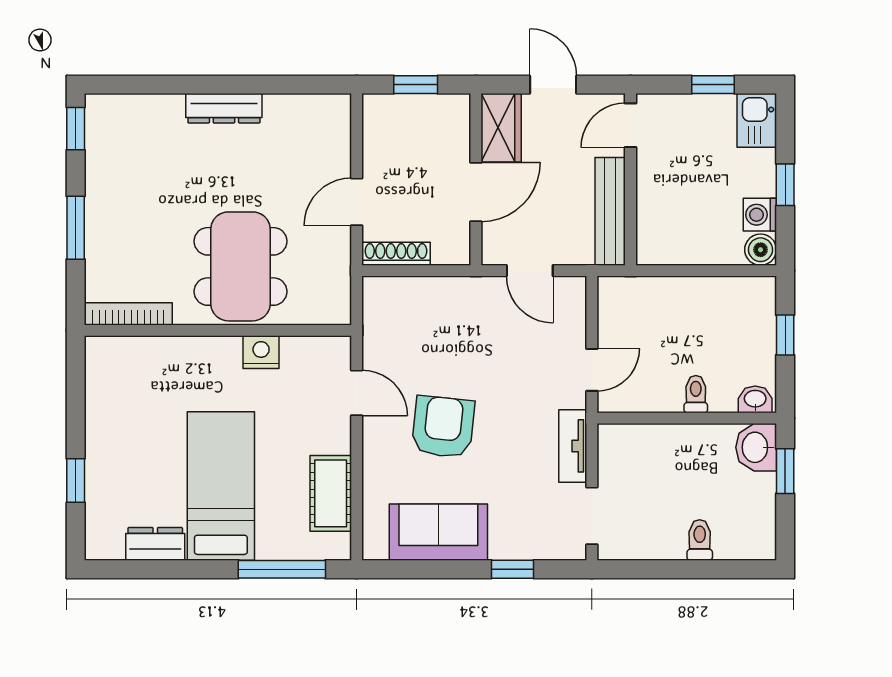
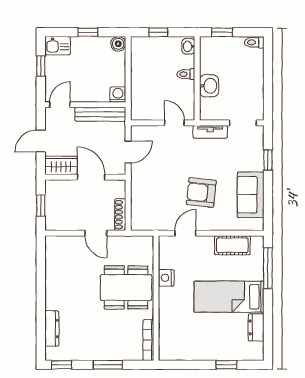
dresser: (224, 108) -> (52, 329), moved
door: (631, 125) -> (60, 105), swing flipped
washing machine: (760, 215) -> (118, 95), moved, turned 180
washbasin: (756, 447) -> (209, 86), moved, turned -90
toilet: (700, 540) -> (254, 42), moved

